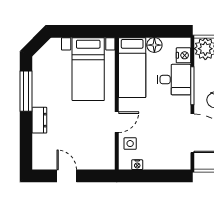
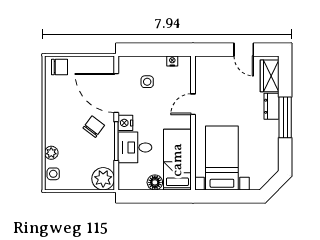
nightstand: (183, 55) -> (125, 123), moved
window: (26, 91) -> (285, 117), moved
side table: (130, 144) -> (147, 82), moved
wardrobe: (41, 150) -> (270, 76), added

